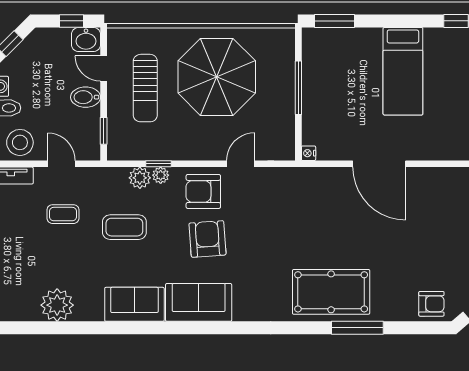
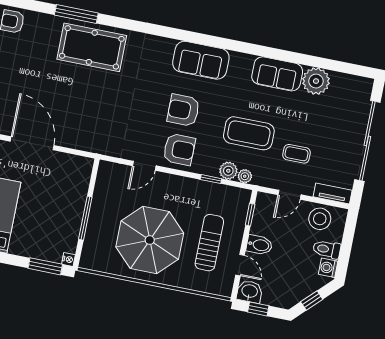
nightstand: (309, 153) -> (68, 259), moved
door: (61, 164) -> (290, 195), hinge flipped
plant: (161, 175) -> (245, 176), moved
coffee table: (124, 227) -> (249, 133), width x1.36, depth x1.32
armchair: (207, 239) -> (183, 110), turned 94
sofa: (134, 304) -> (277, 74), moved

